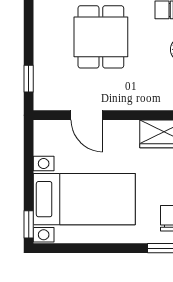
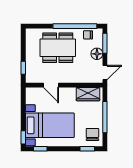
dining table: (101, 37) -> (58, 48), width x1.38
window: (64, 248) -> (40, 149), added

